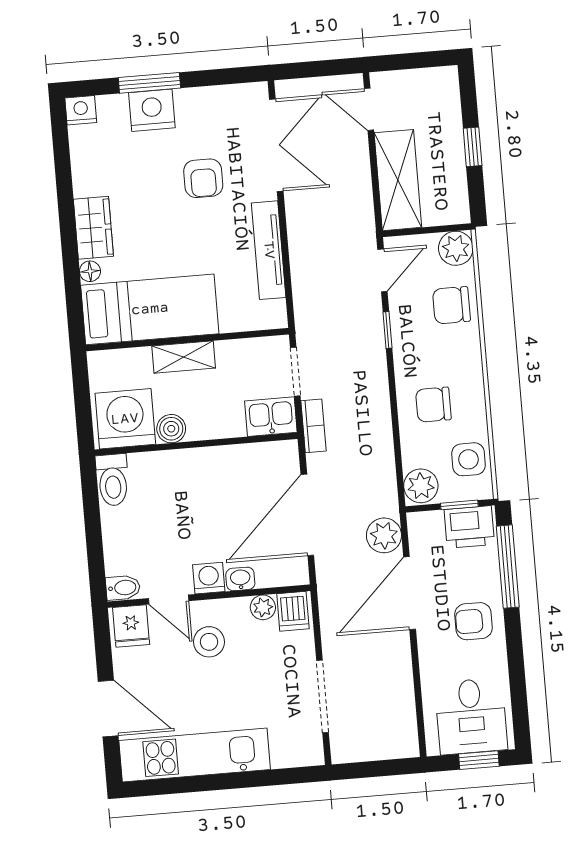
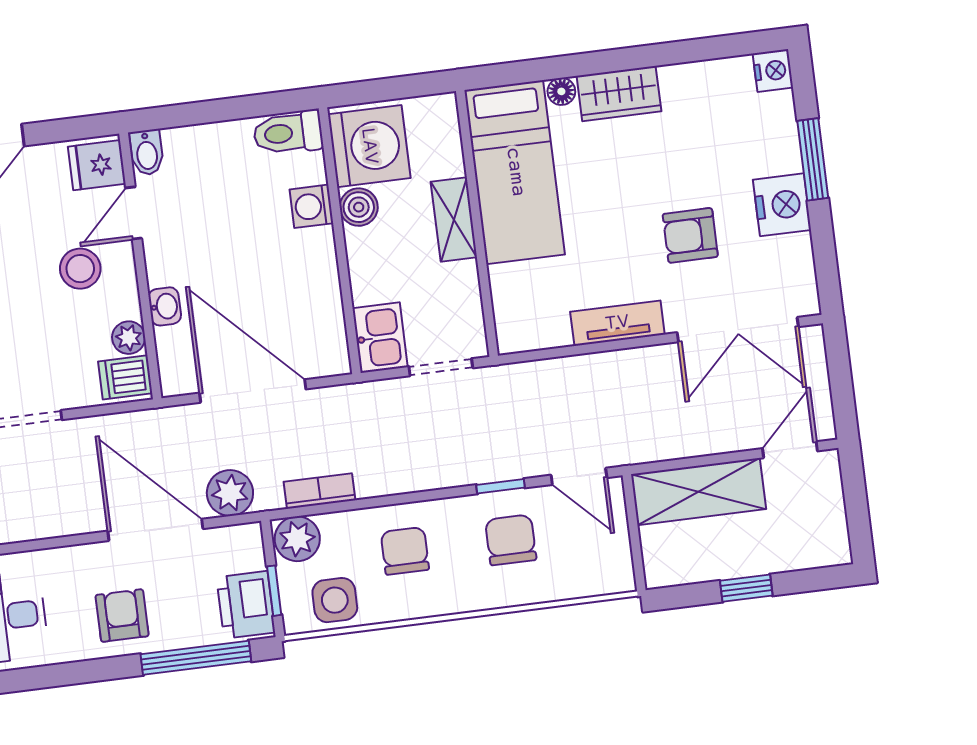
nightstand: (152, 110) -> (782, 205), moved
plant: (456, 248) -> (612, 572), removed
tv unit: (269, 250) -> (617, 323), width x0.71
chair: (451, 305) -> (511, 540), moved
bookcase: (313, 426) -> (319, 491), moved, turned 180
washing machine: (209, 578) -> (311, 206), moved, turned 180

